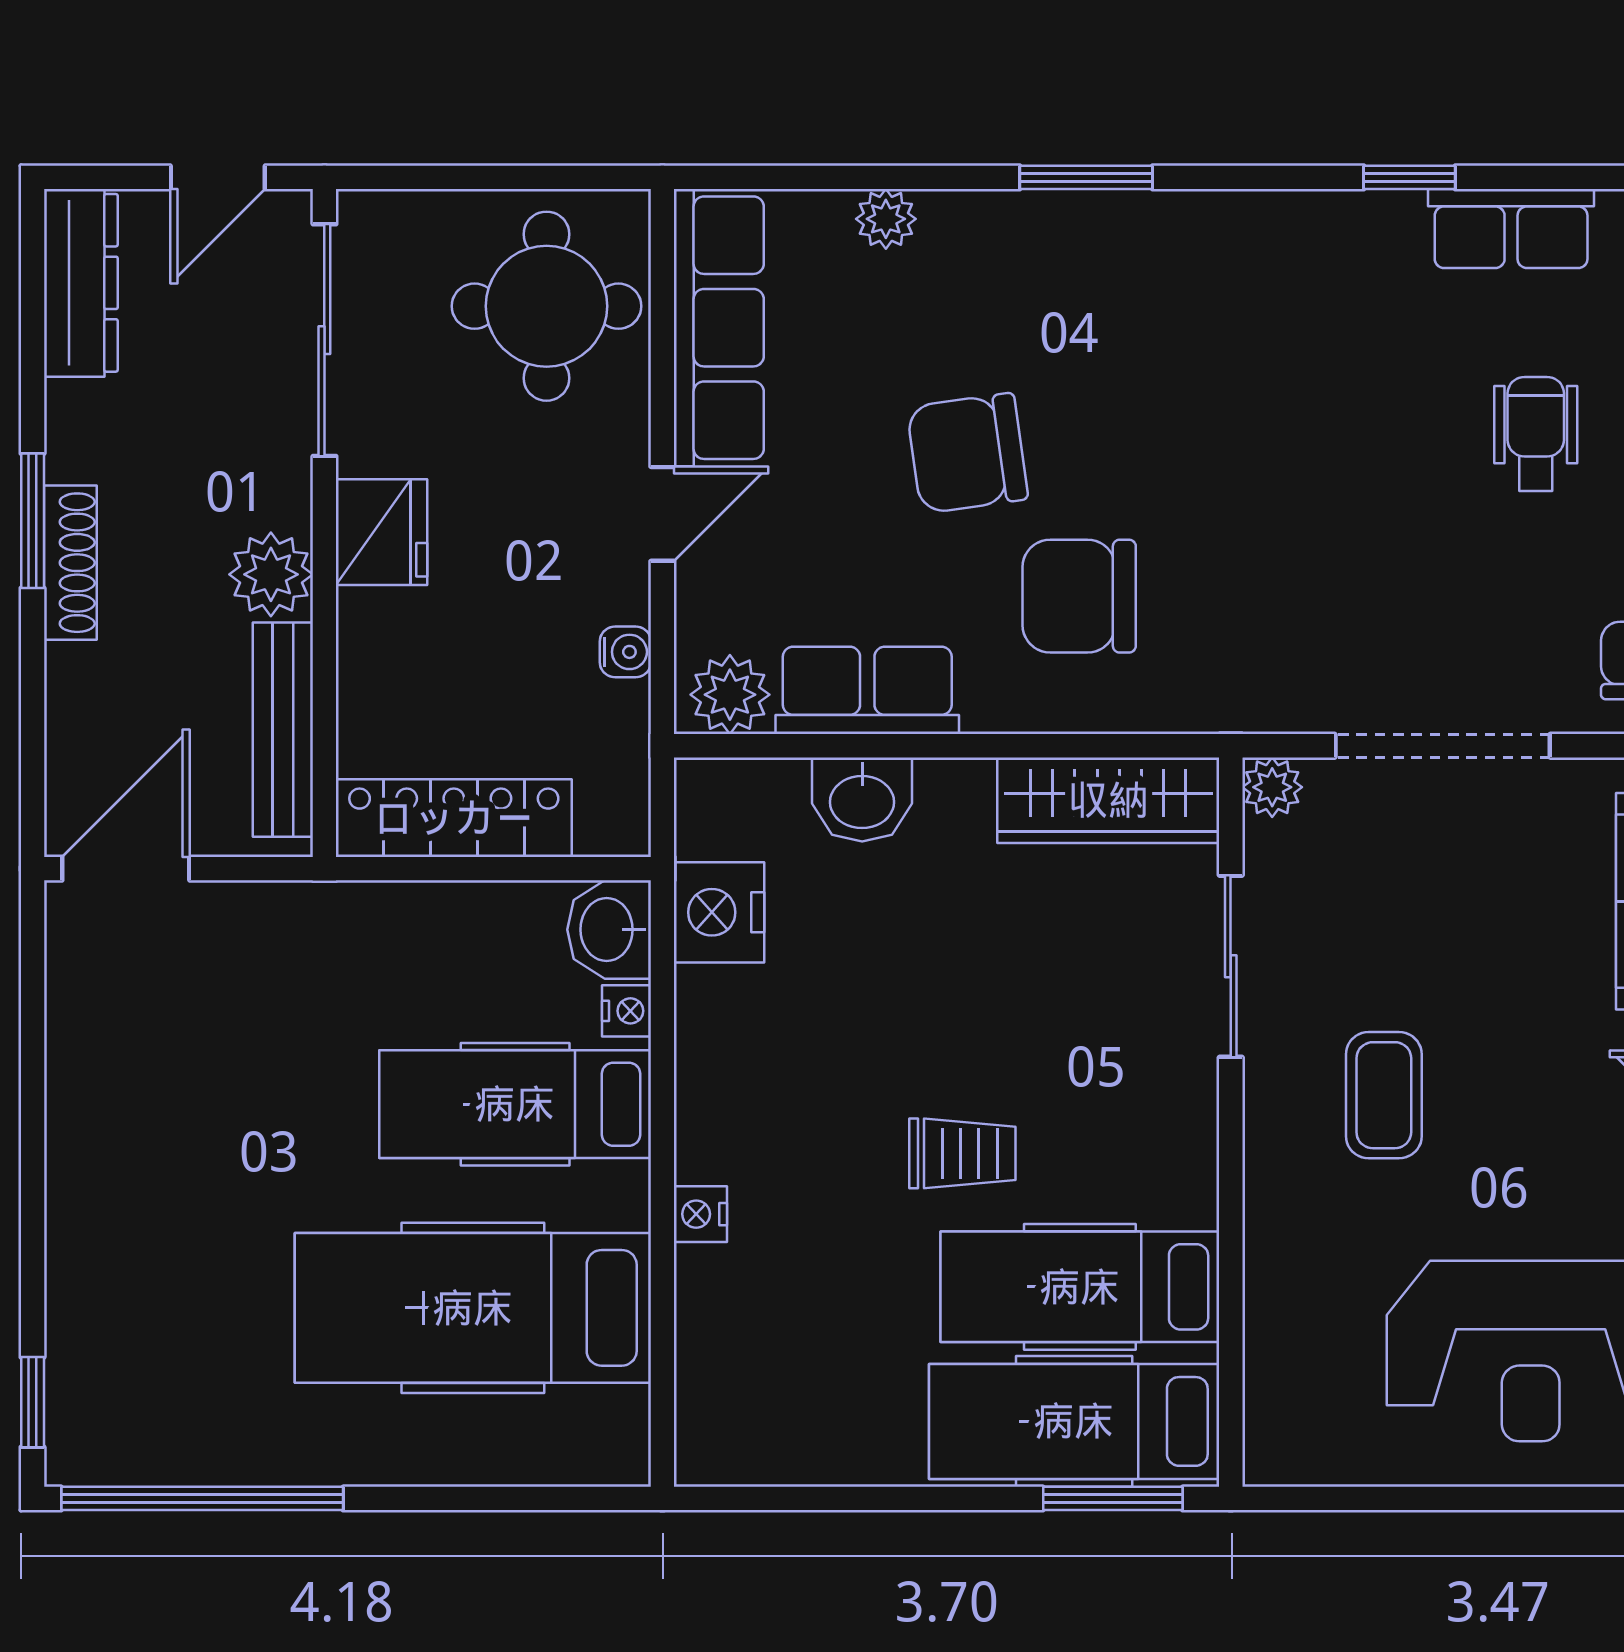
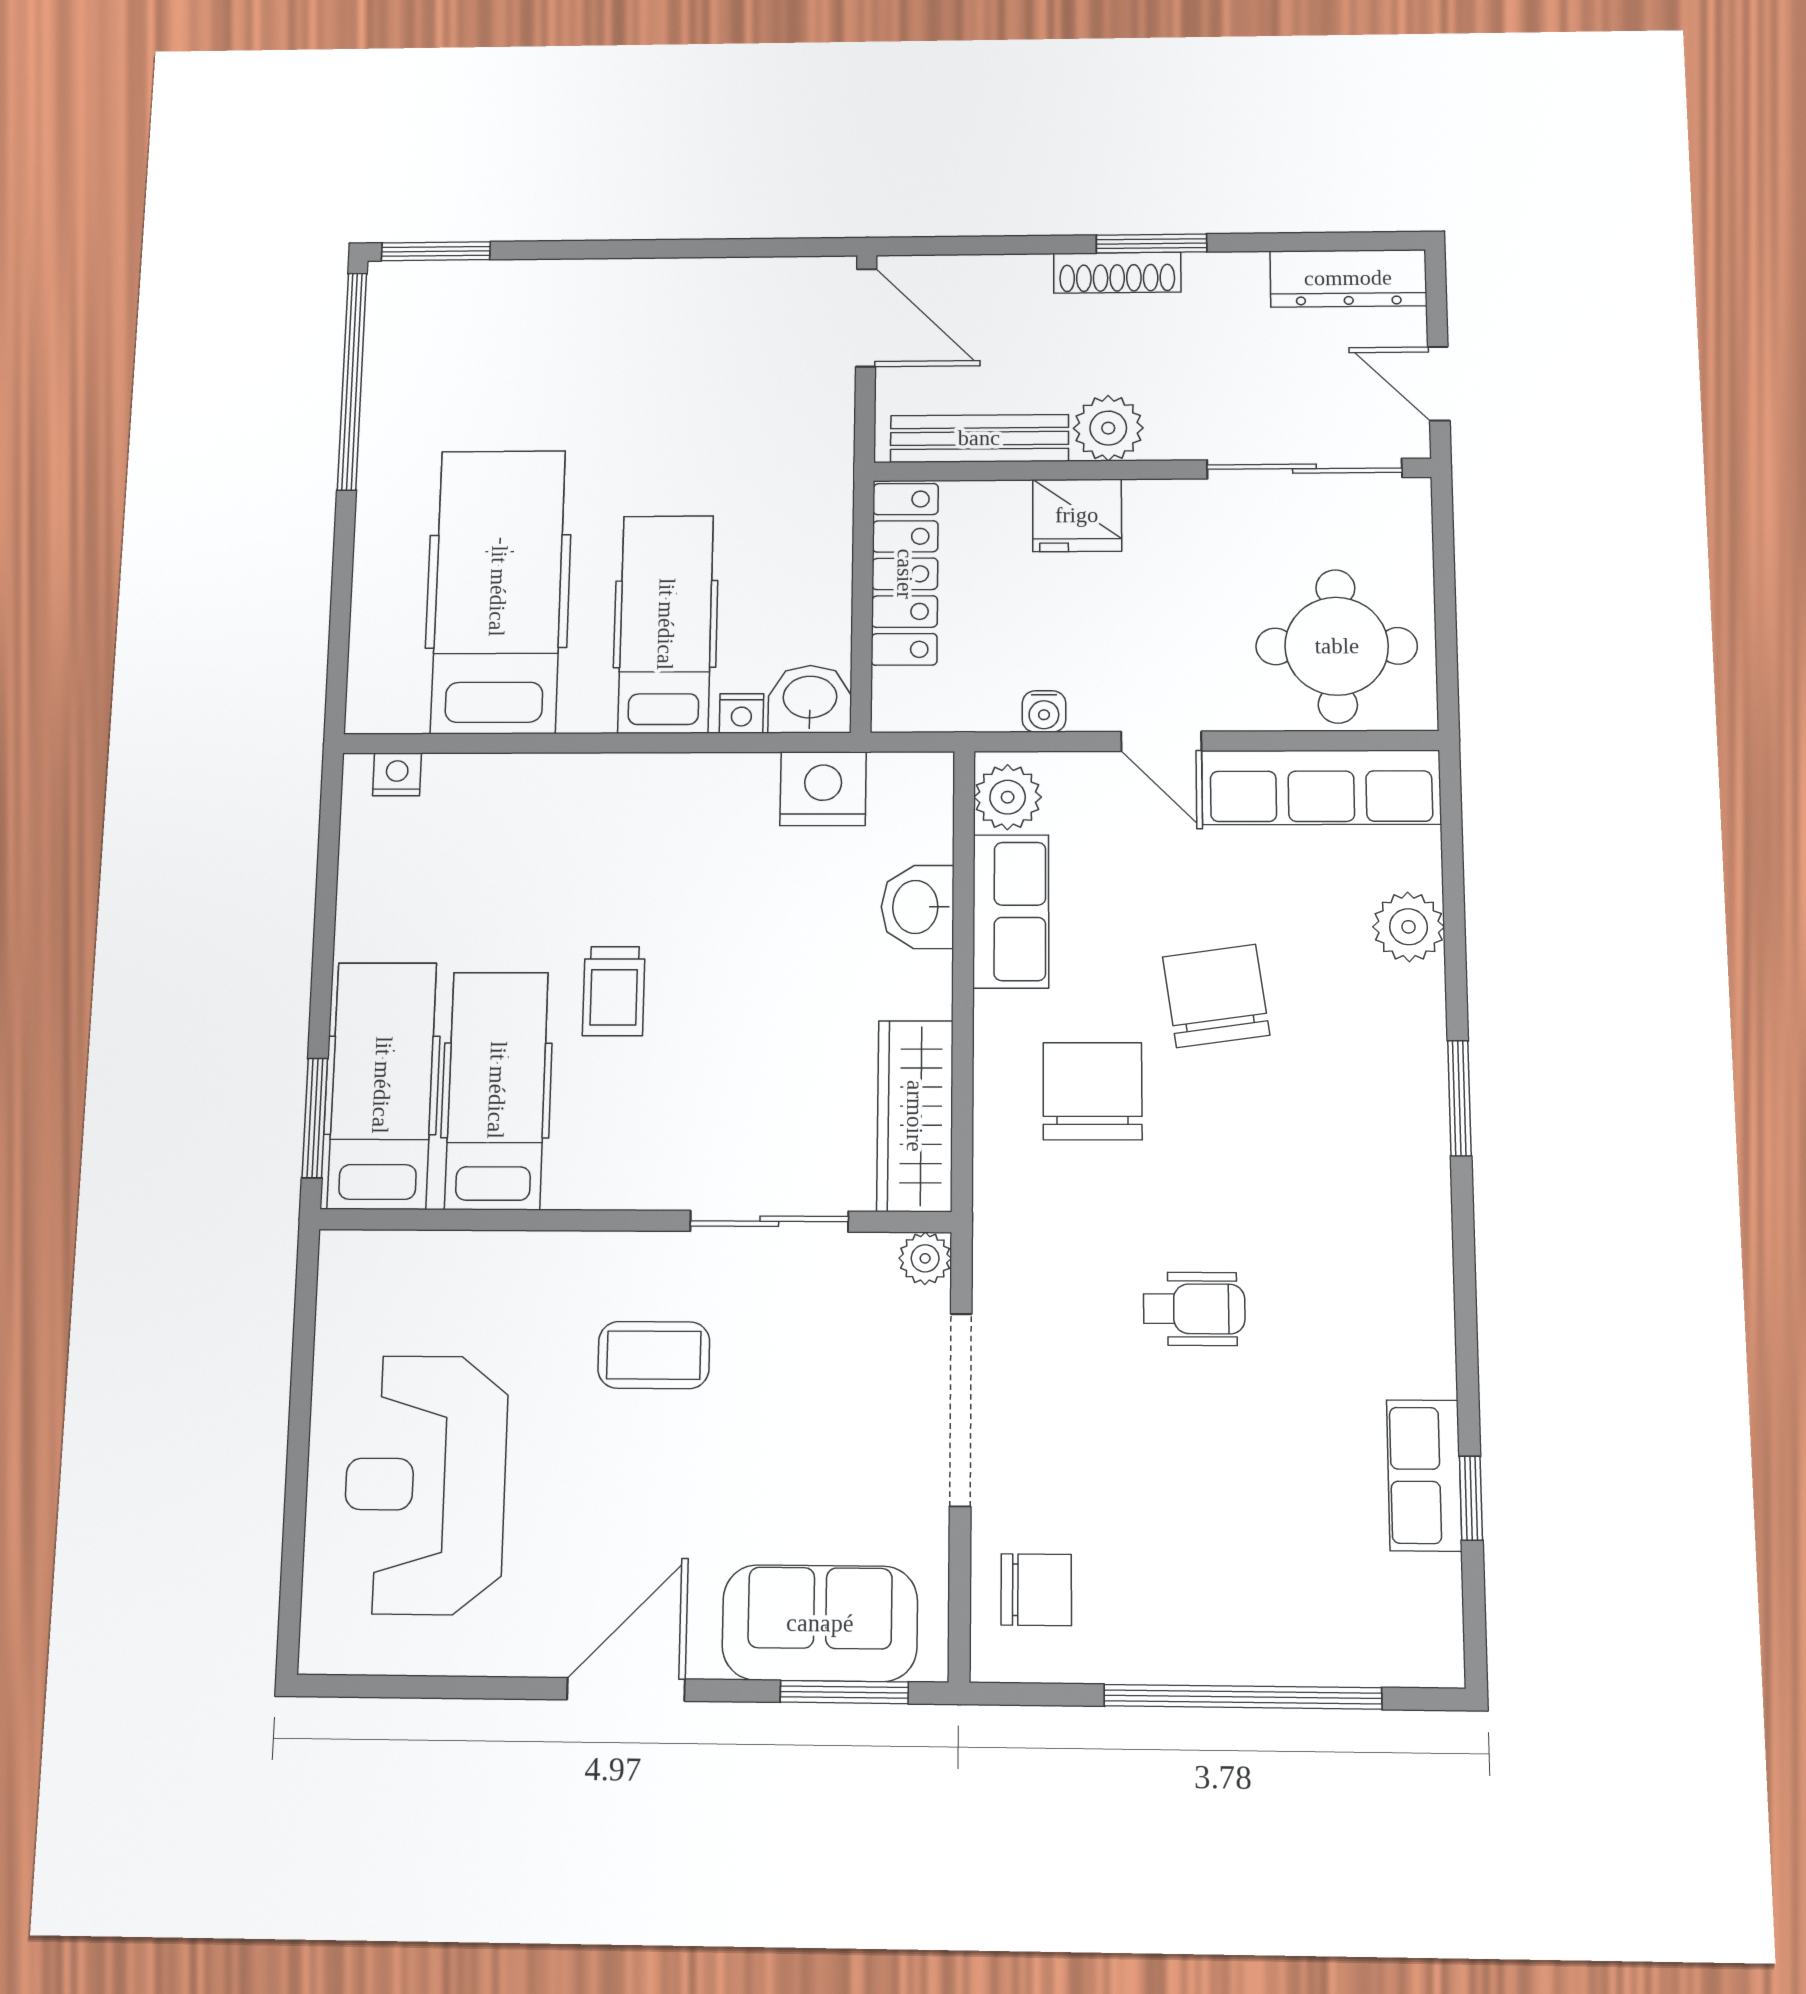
window: (1409, 177) -> (1471, 1498), moved
plant: (886, 219) -> (1409, 927), width x1.38, depth x1.38
wheelchair: (1536, 434) -> (1194, 1309), moved
fridge: (382, 532) -> (1077, 515), moved
nightstand: (700, 1214) -> (397, 774), moved
window: (33, 1402) -> (436, 251), width x1.50

